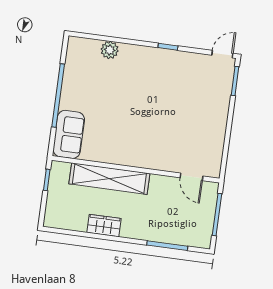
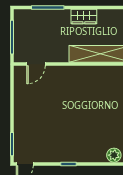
door: (191, 177) -> (36, 64), swing flipped
wardrobe: (104, 225) -> (84, 16), moved

